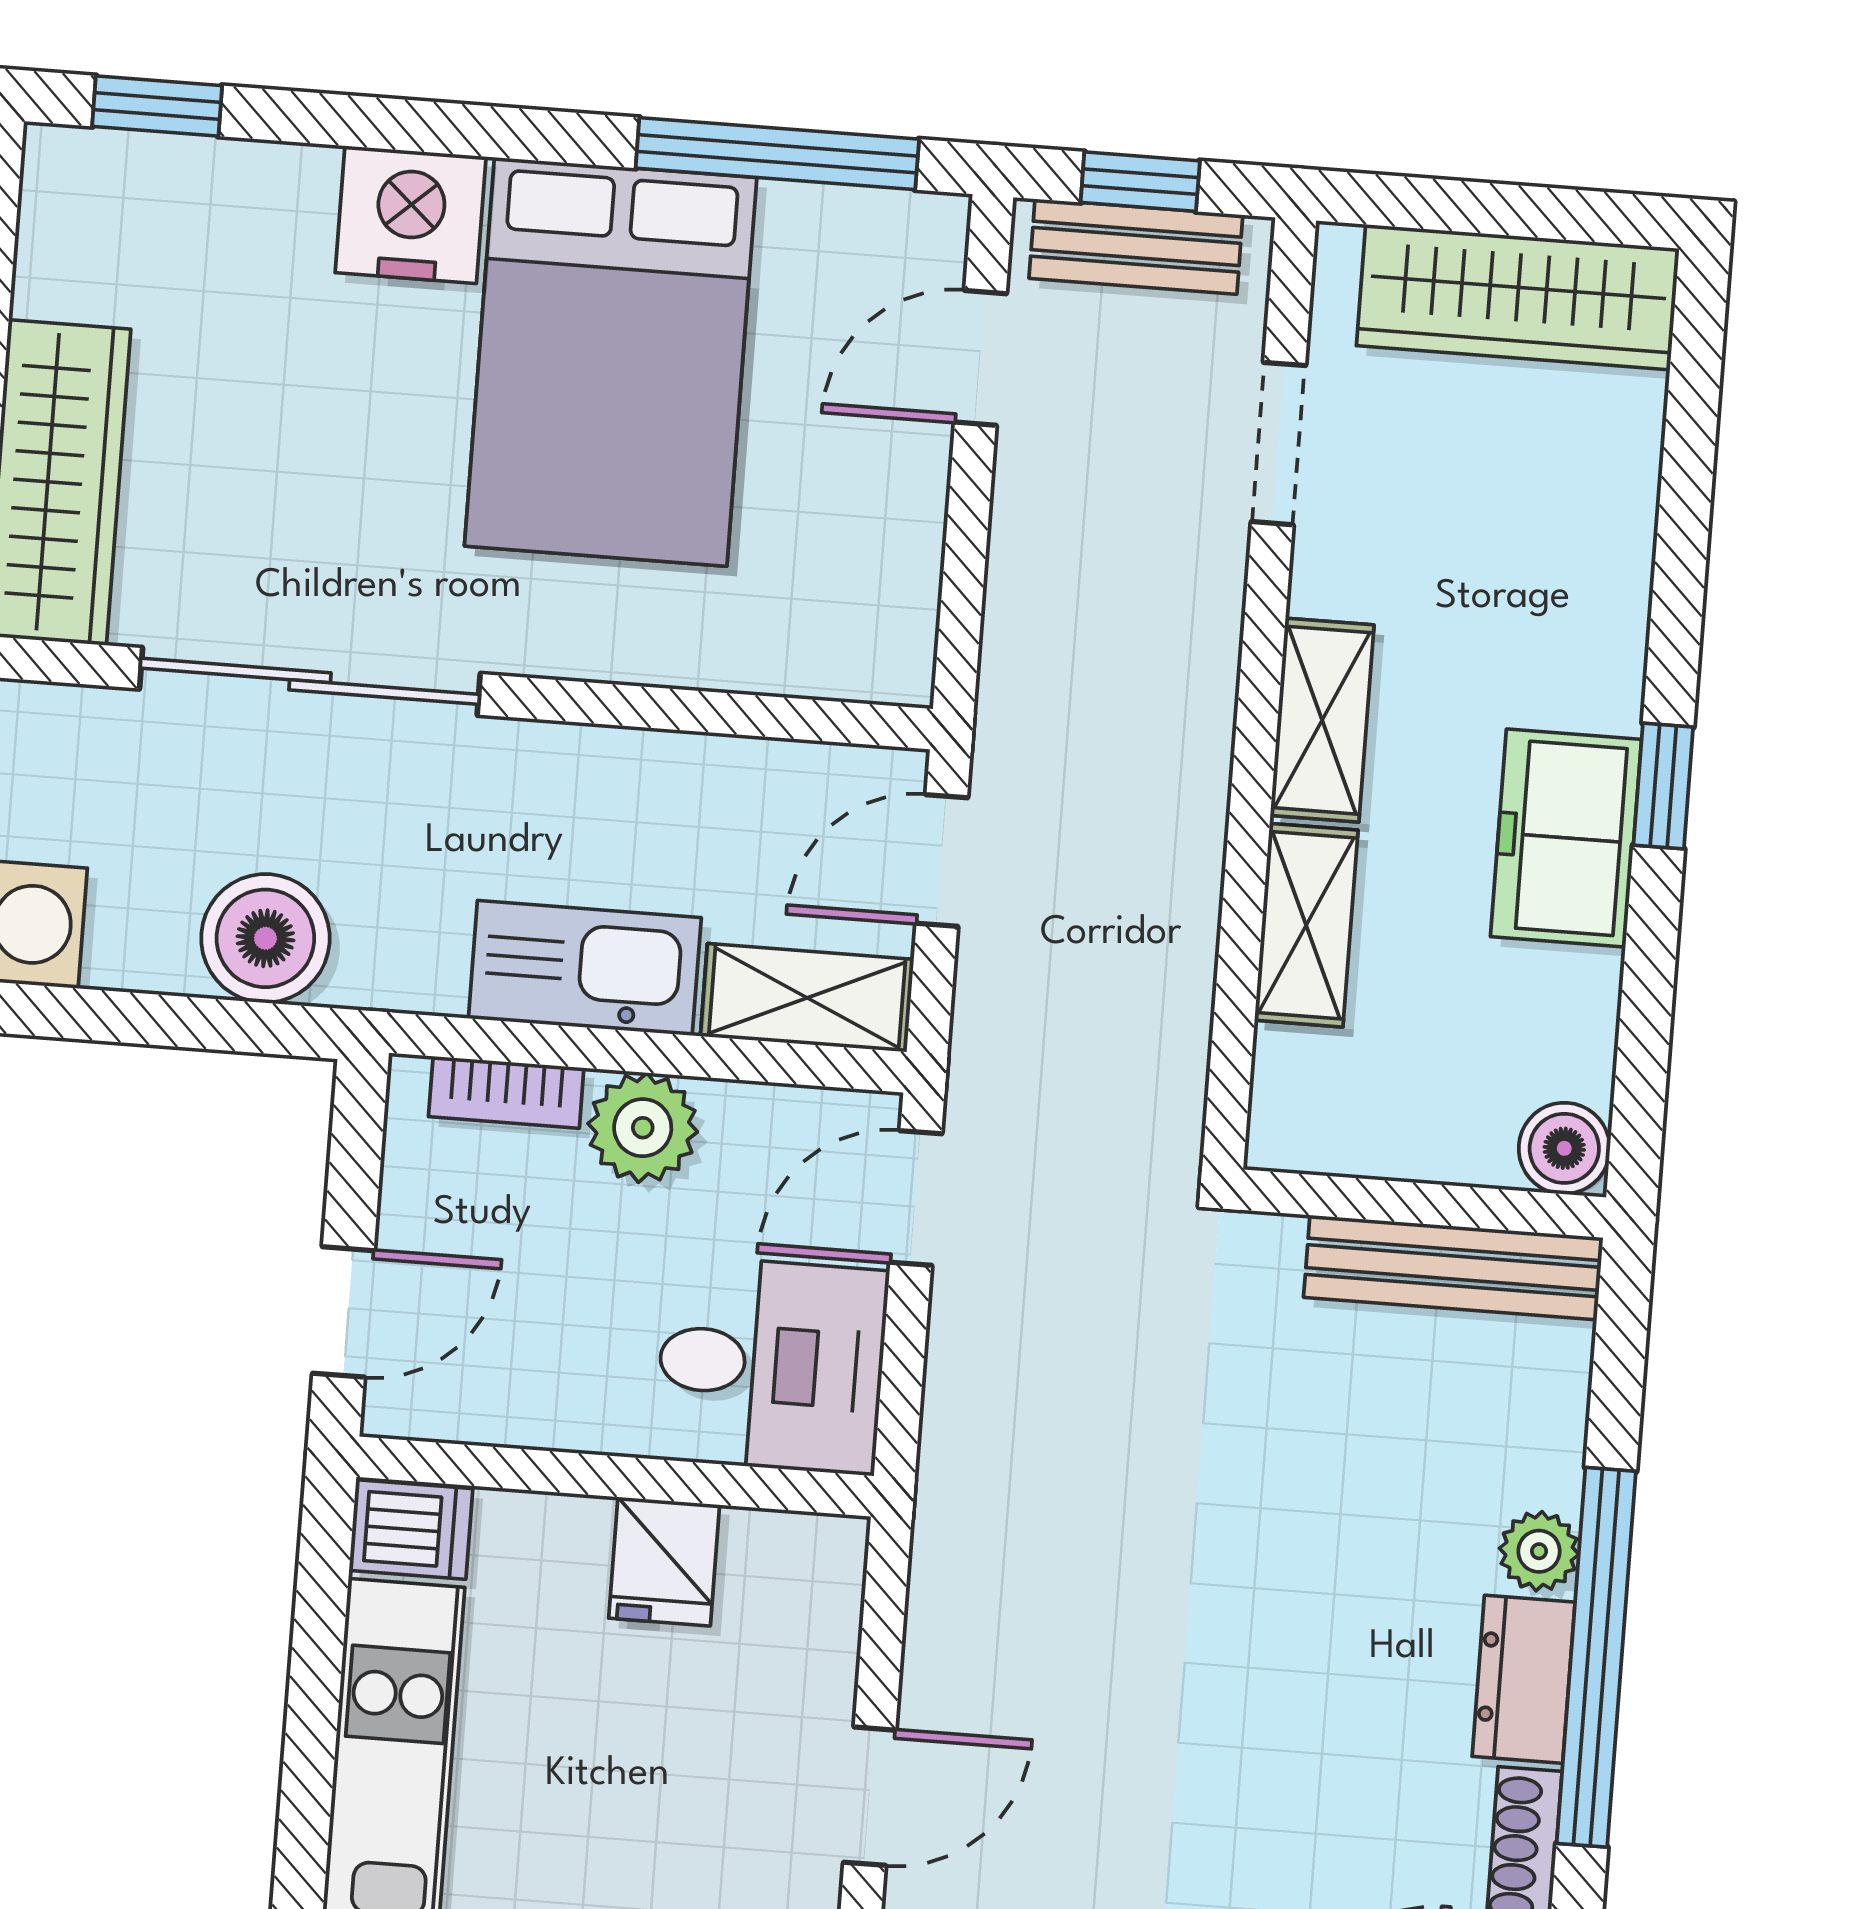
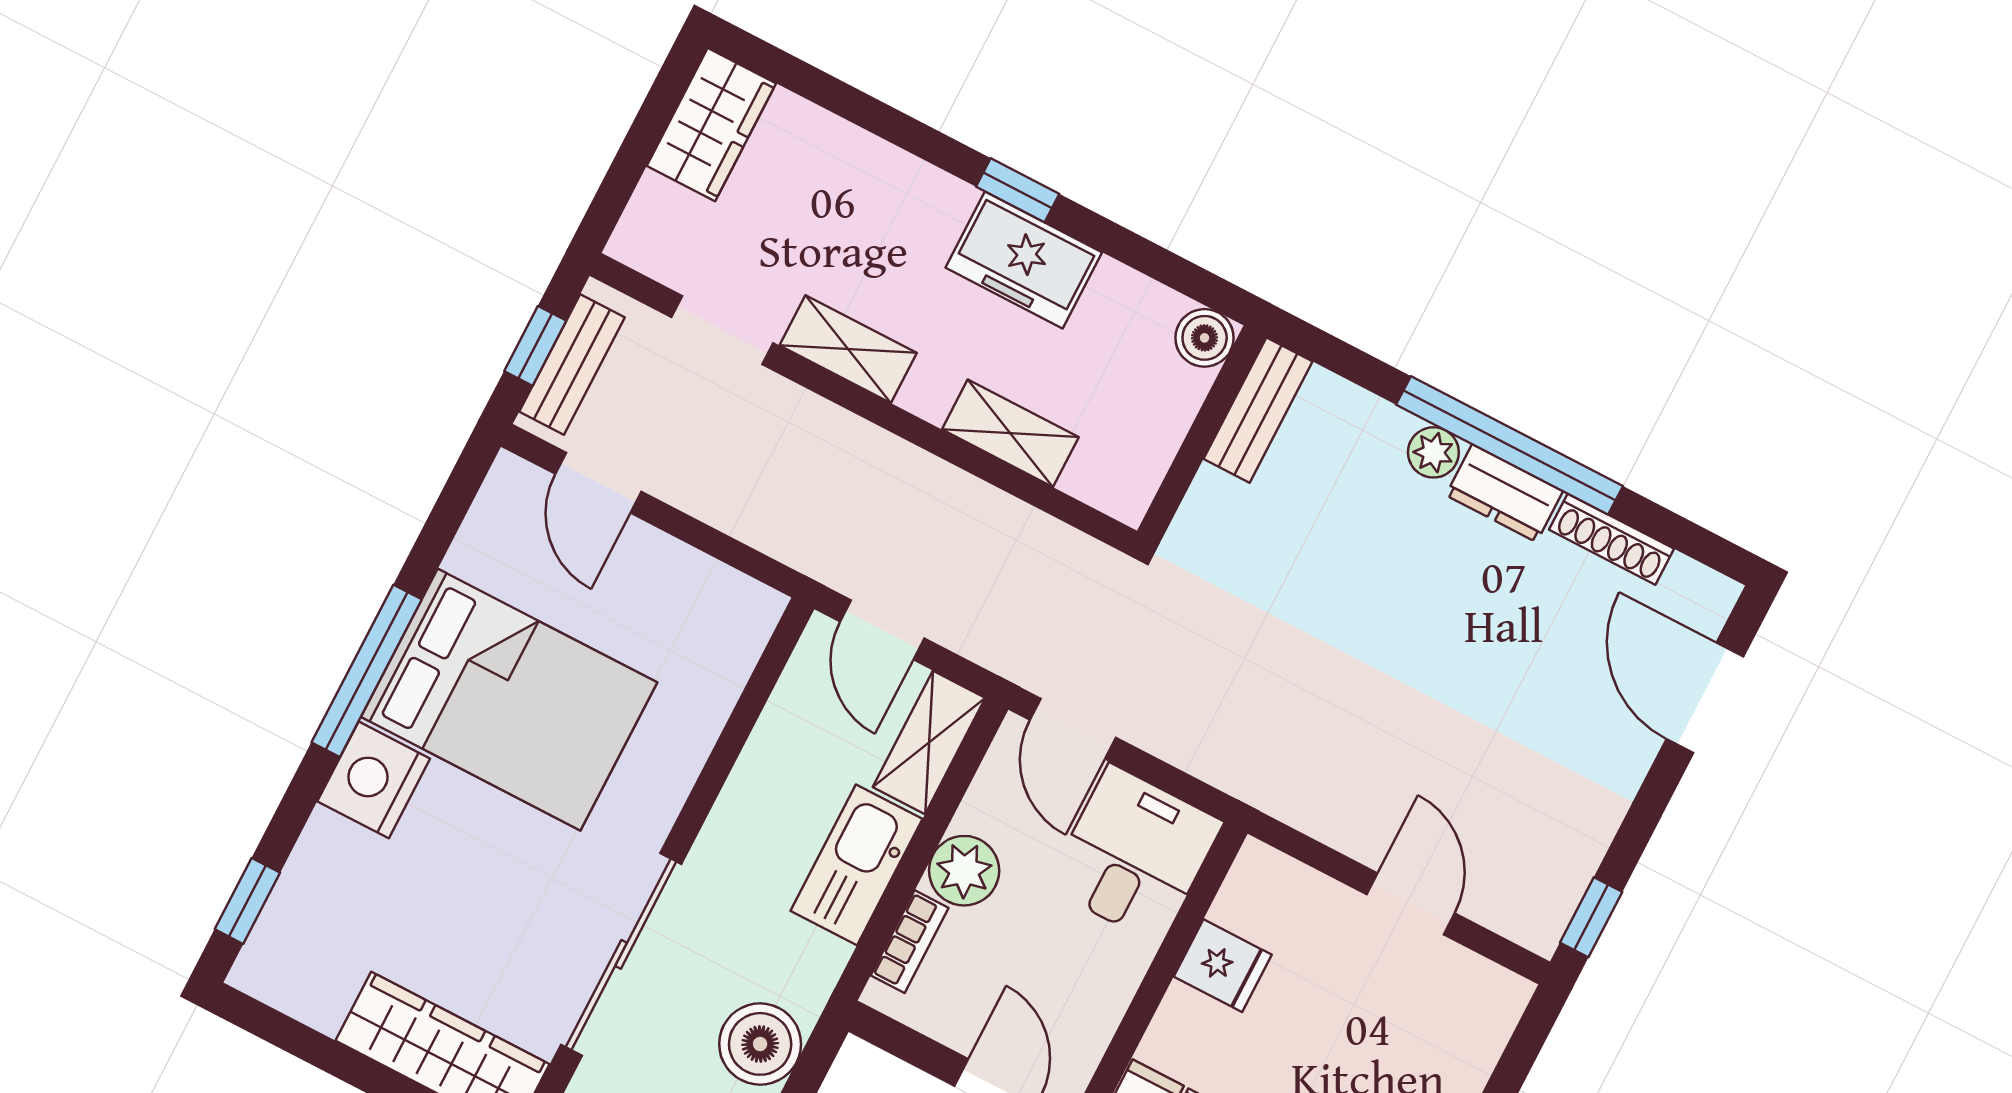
window: (777, 154) -> (367, 671), moved
wardrobe: (1518, 297) -> (711, 125), width x0.67
shelving: (1322, 720) -> (848, 349), moved
bench: (1453, 1268) -> (1258, 410), width x0.73

